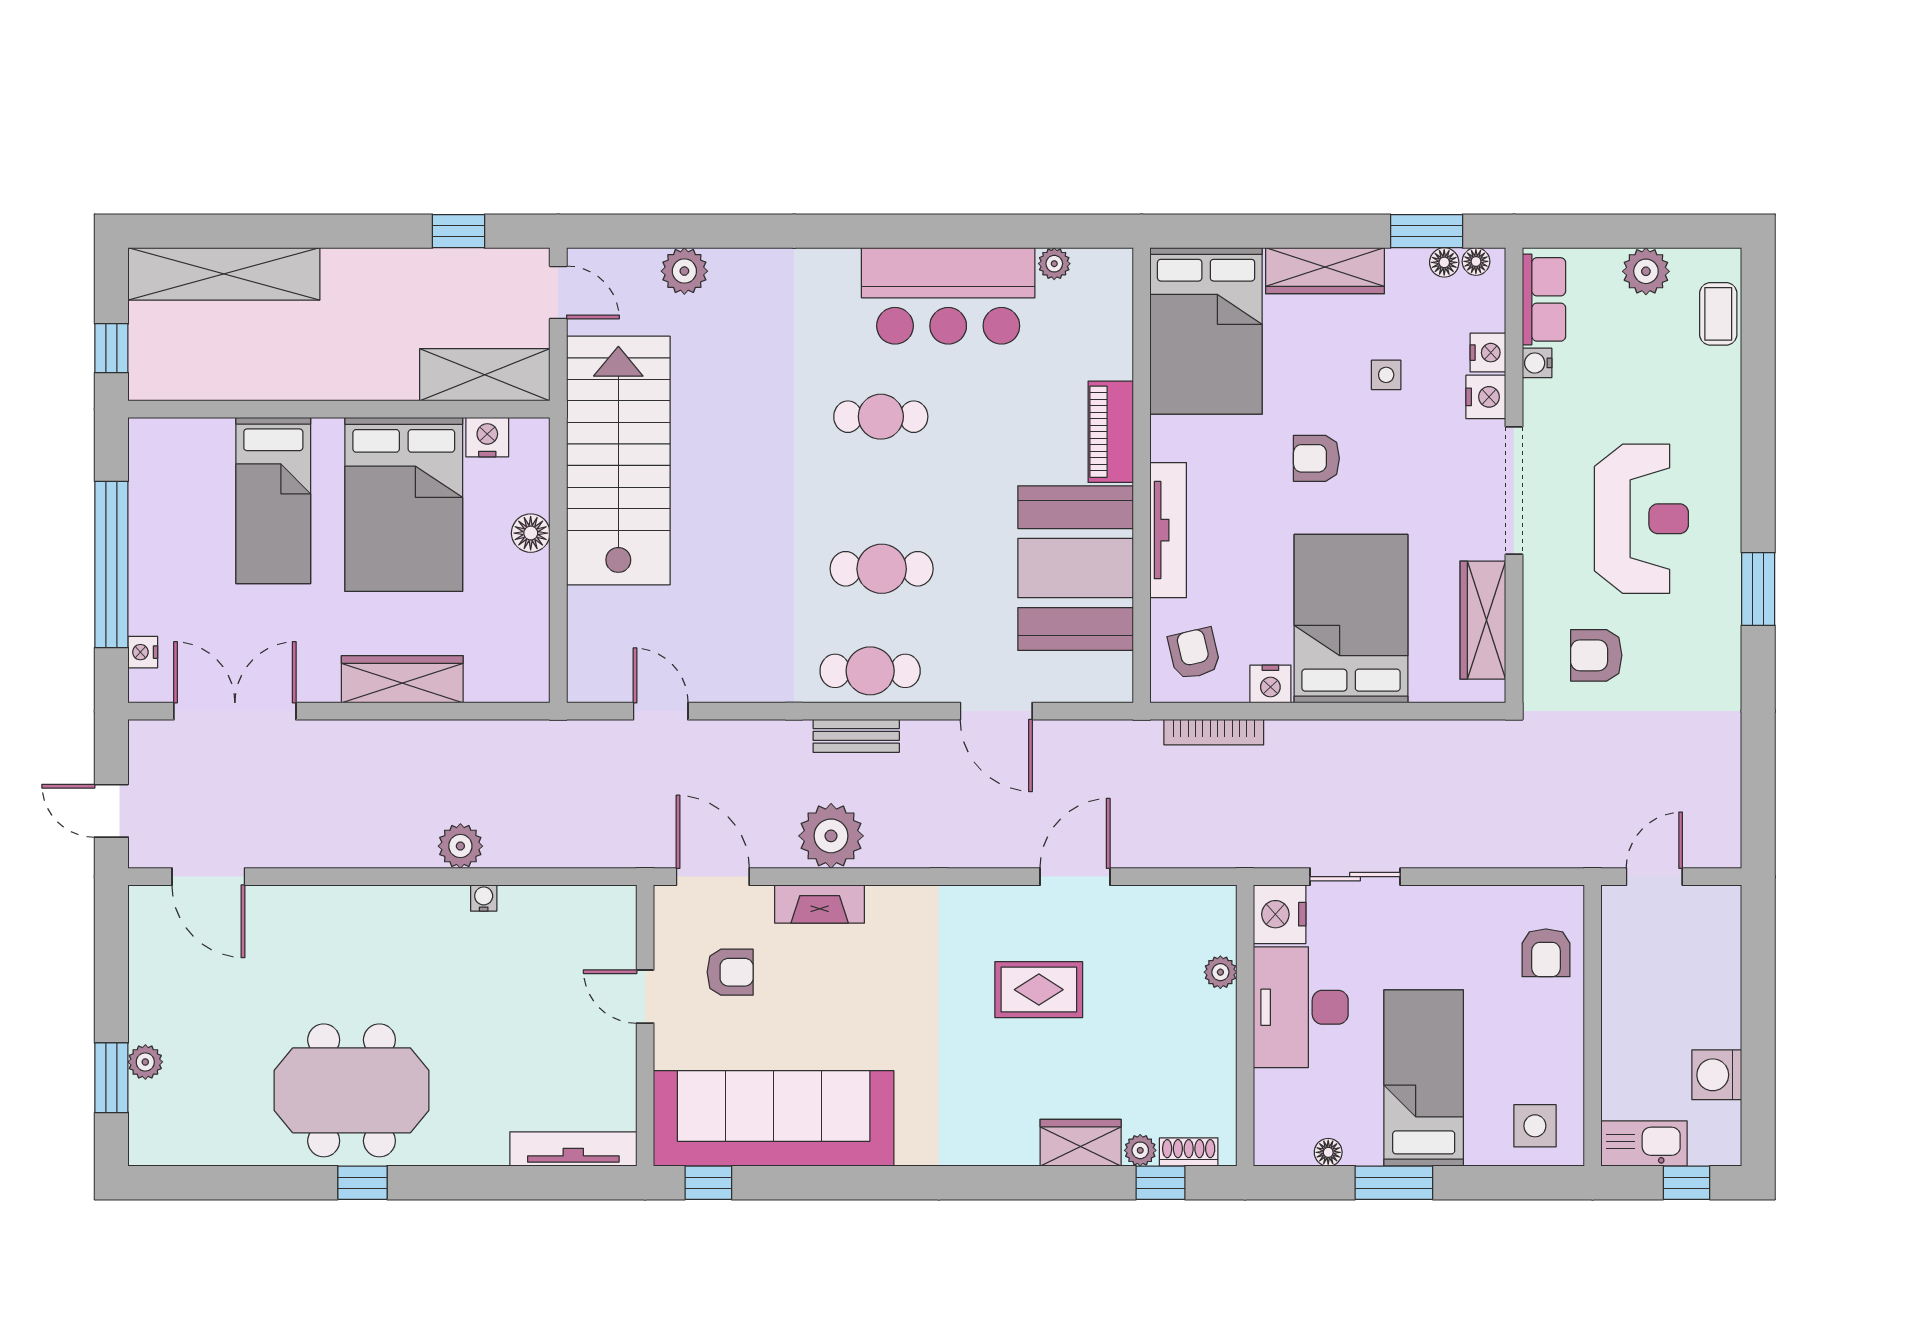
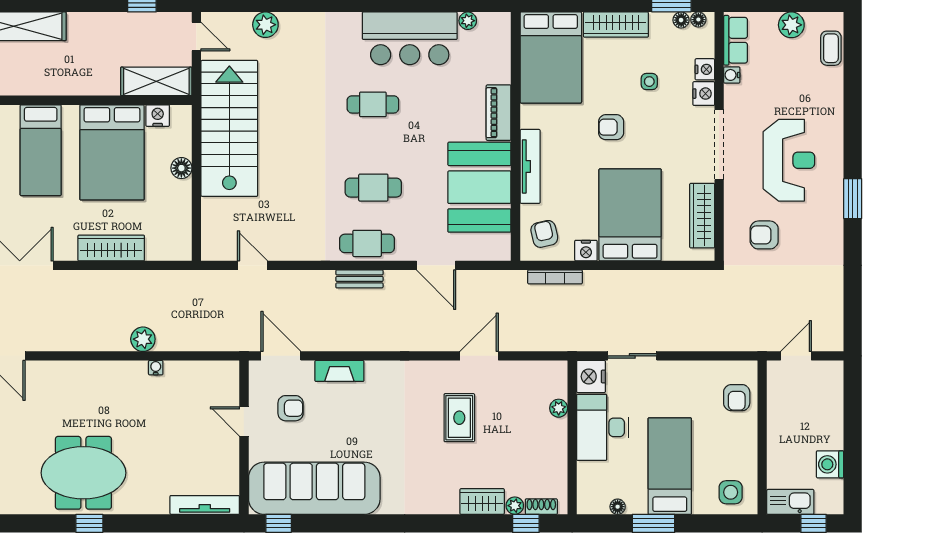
plant: (831, 836) -> (346, 334), removed
rug: (1039, 990) -> (459, 418), turned 90

